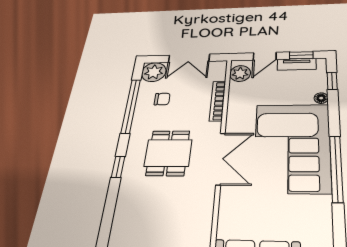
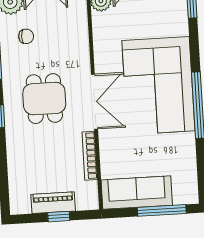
floor lamp: (321, 98) -> (182, 29), removed
bookcase: (218, 101) -> (90, 156), moved

